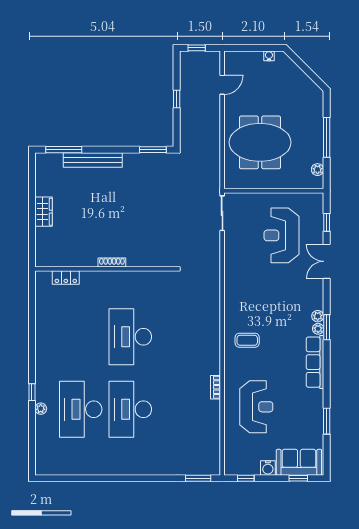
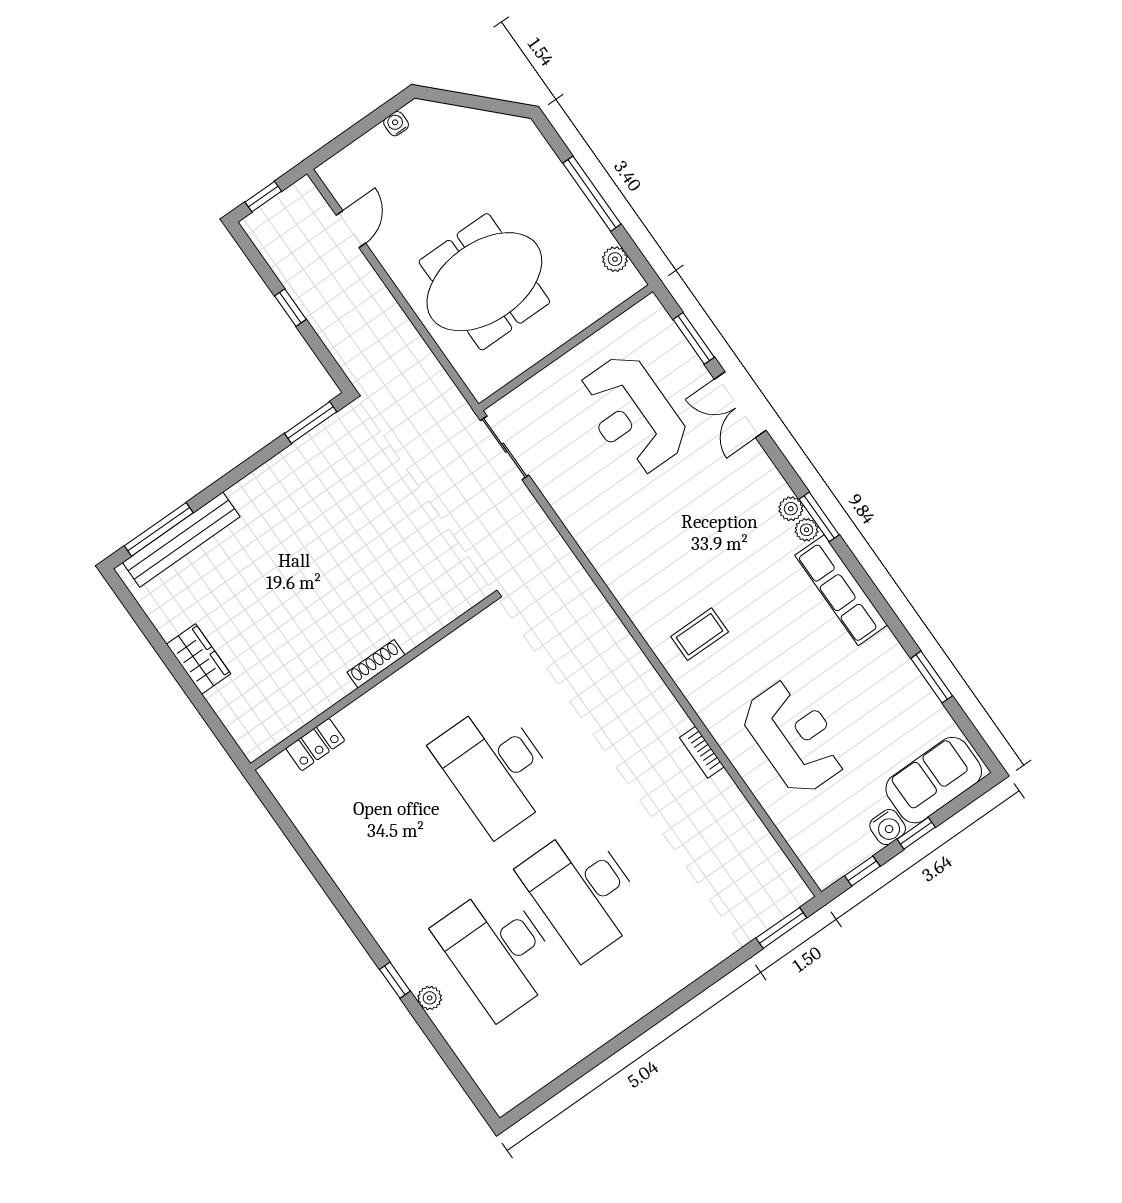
bench: (93, 160) -> (181, 540), moved
window: (327, 222) -> (694, 338), width x1.50
window: (298, 478) -> (916, 833), moved

